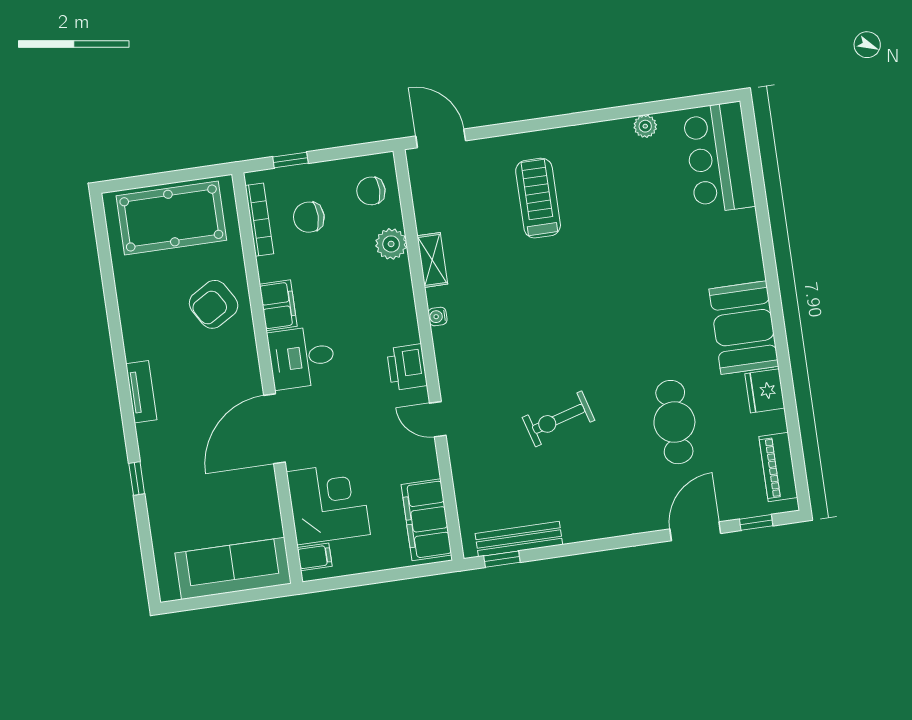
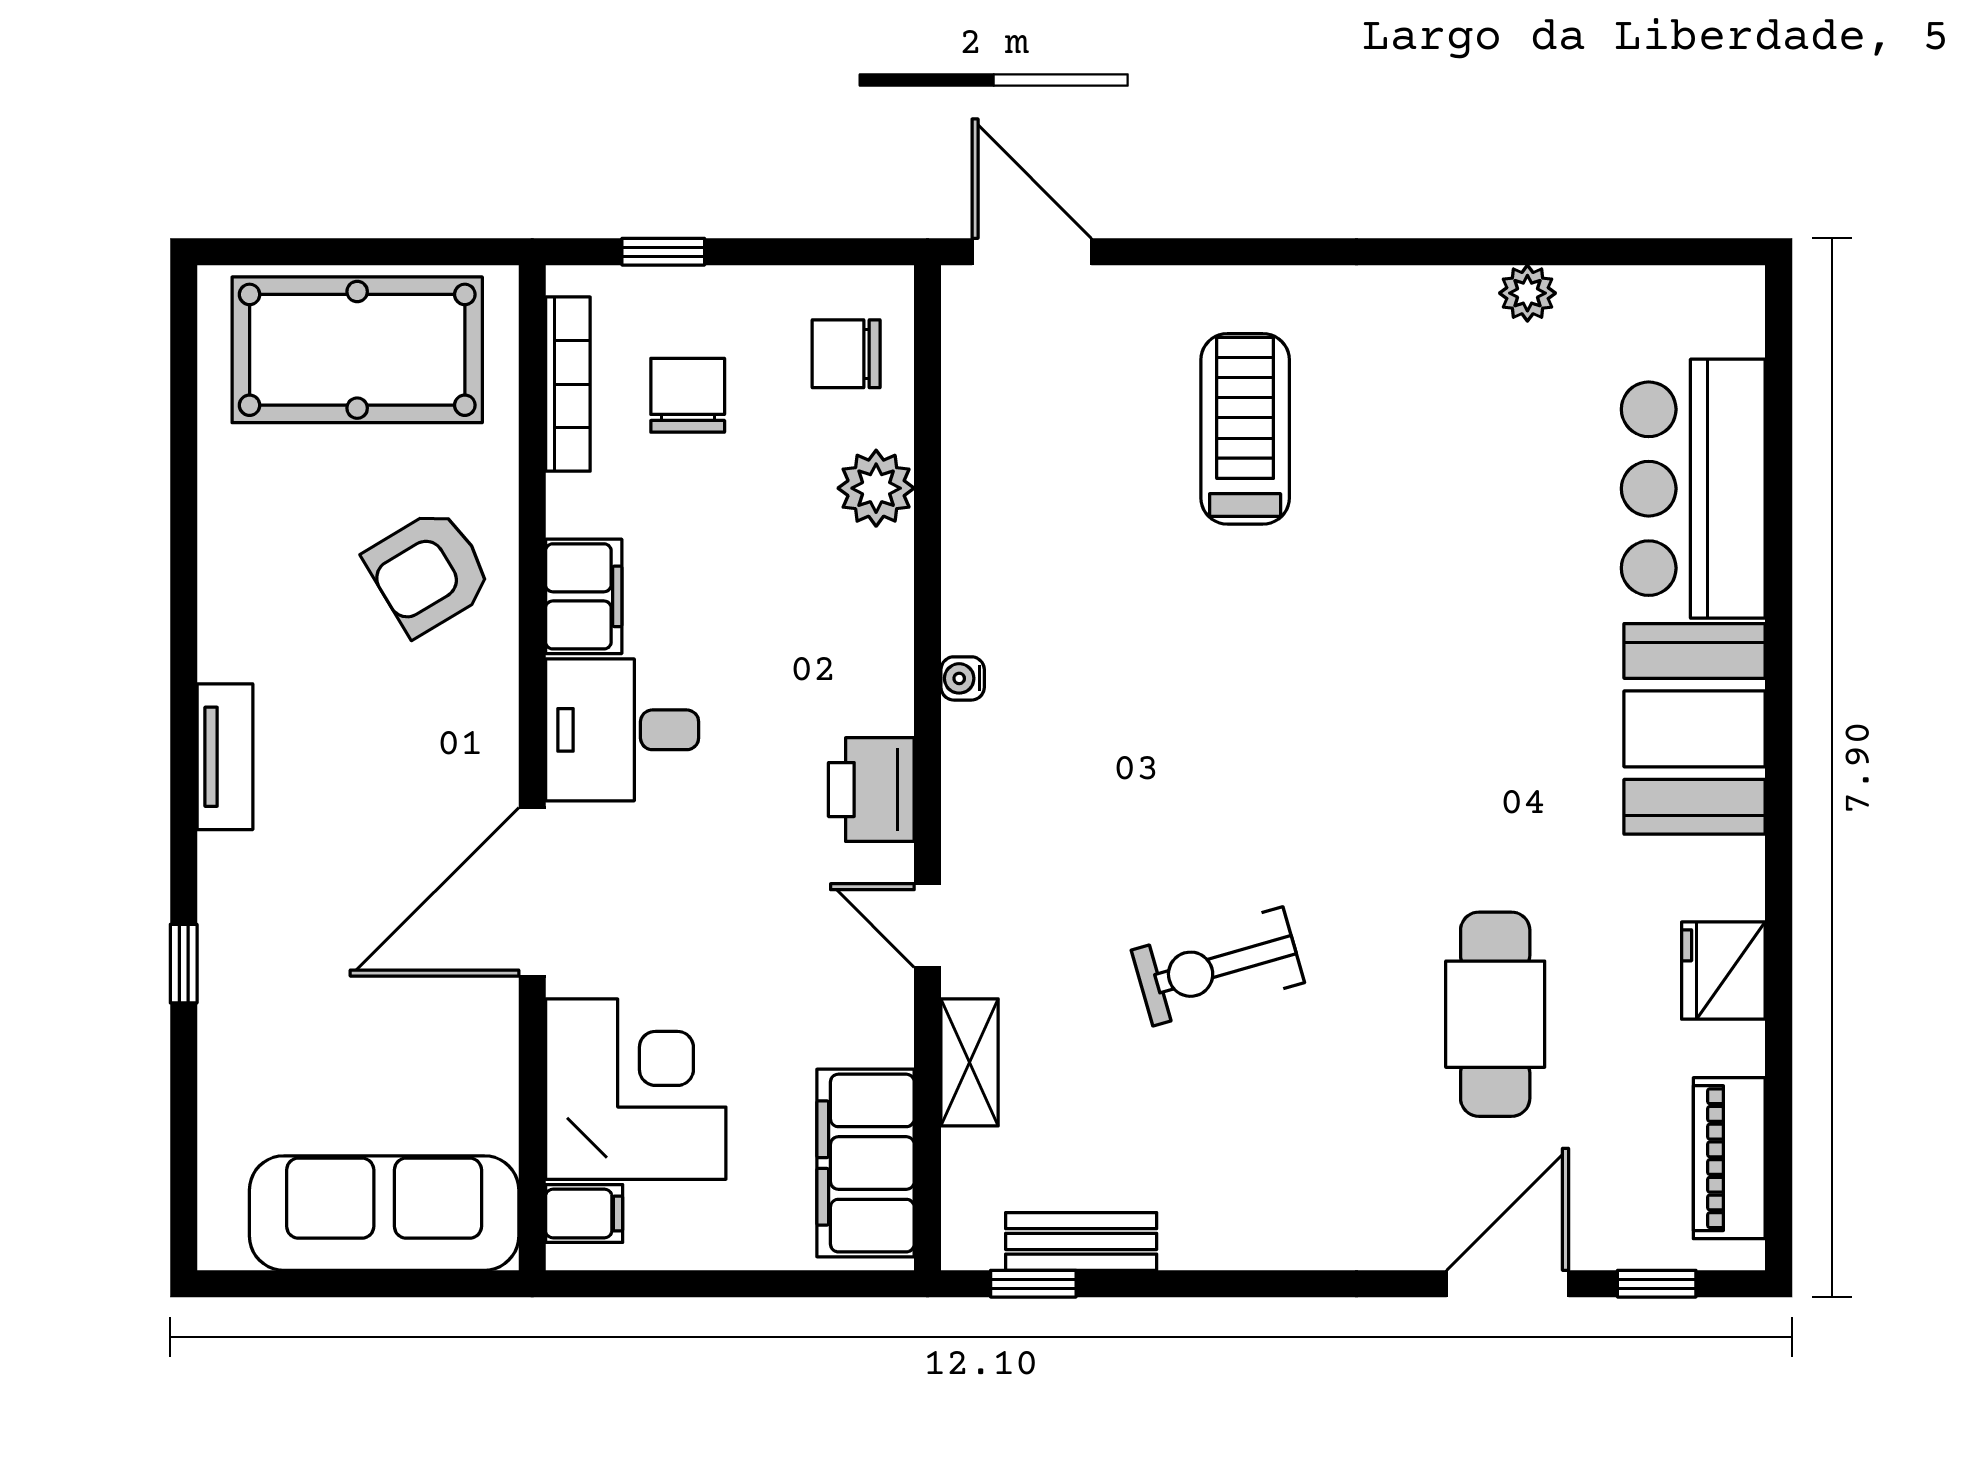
bar counter: (719, 158) -> (1693, 489), moved
chair: (309, 217) -> (688, 395), turned 90
shelving: (432, 260) -> (970, 1062), moved
booth: (744, 328) -> (1695, 729), moved
bench: (519, 539) -> (1081, 1241), width x0.73

